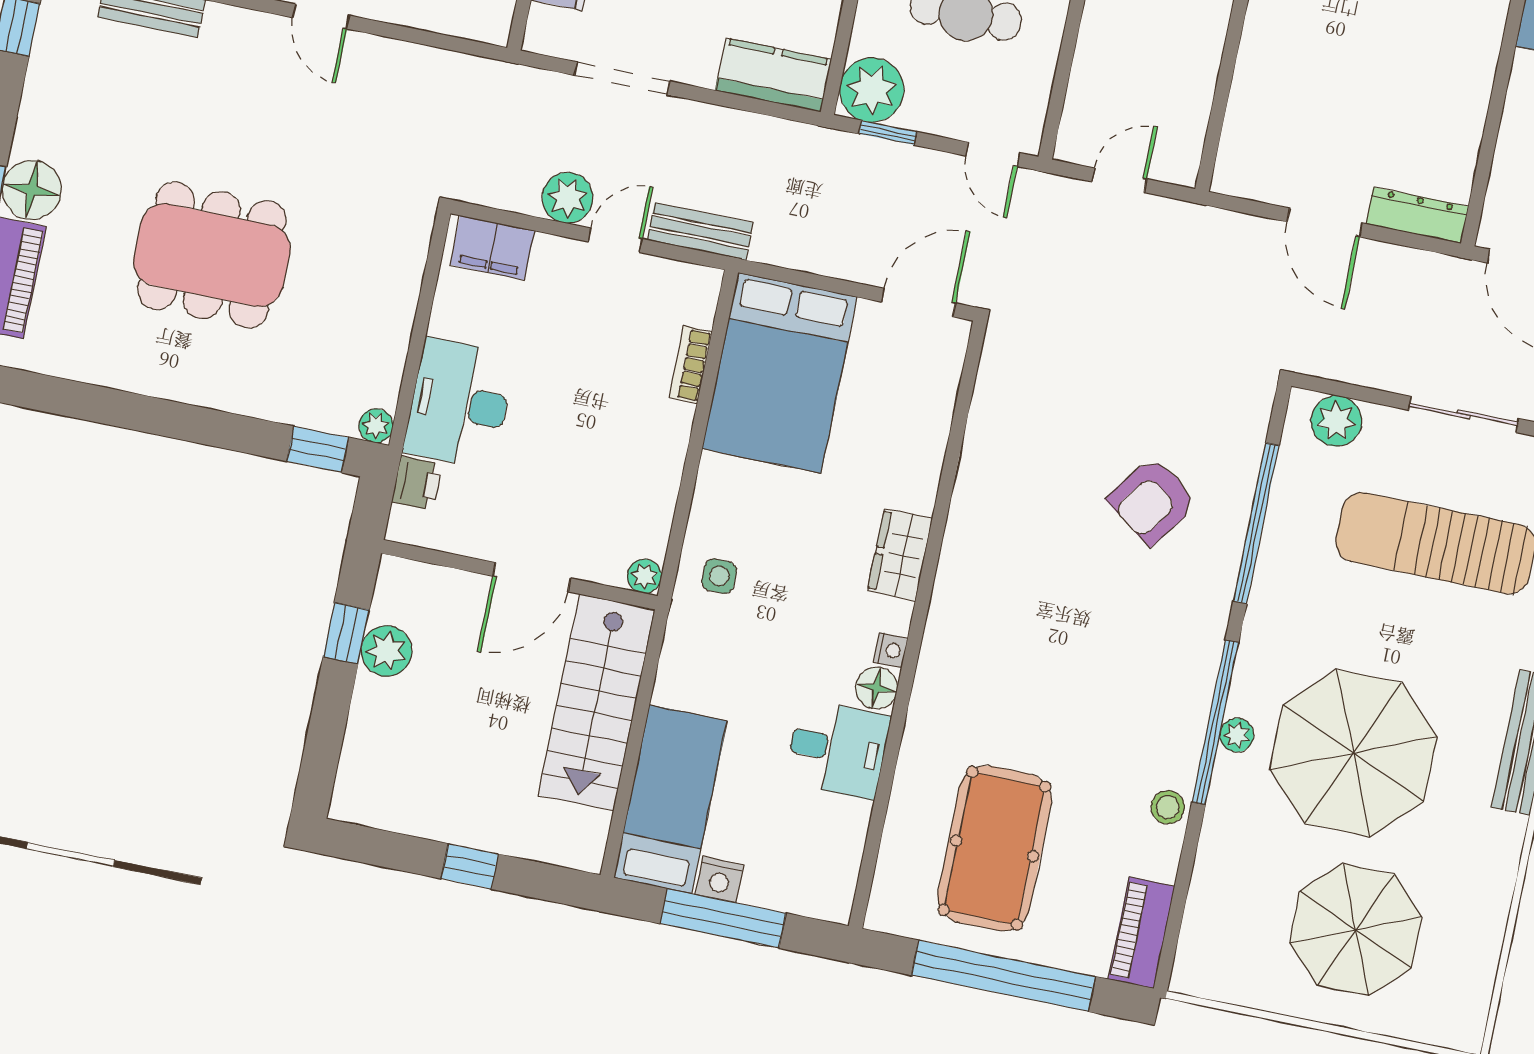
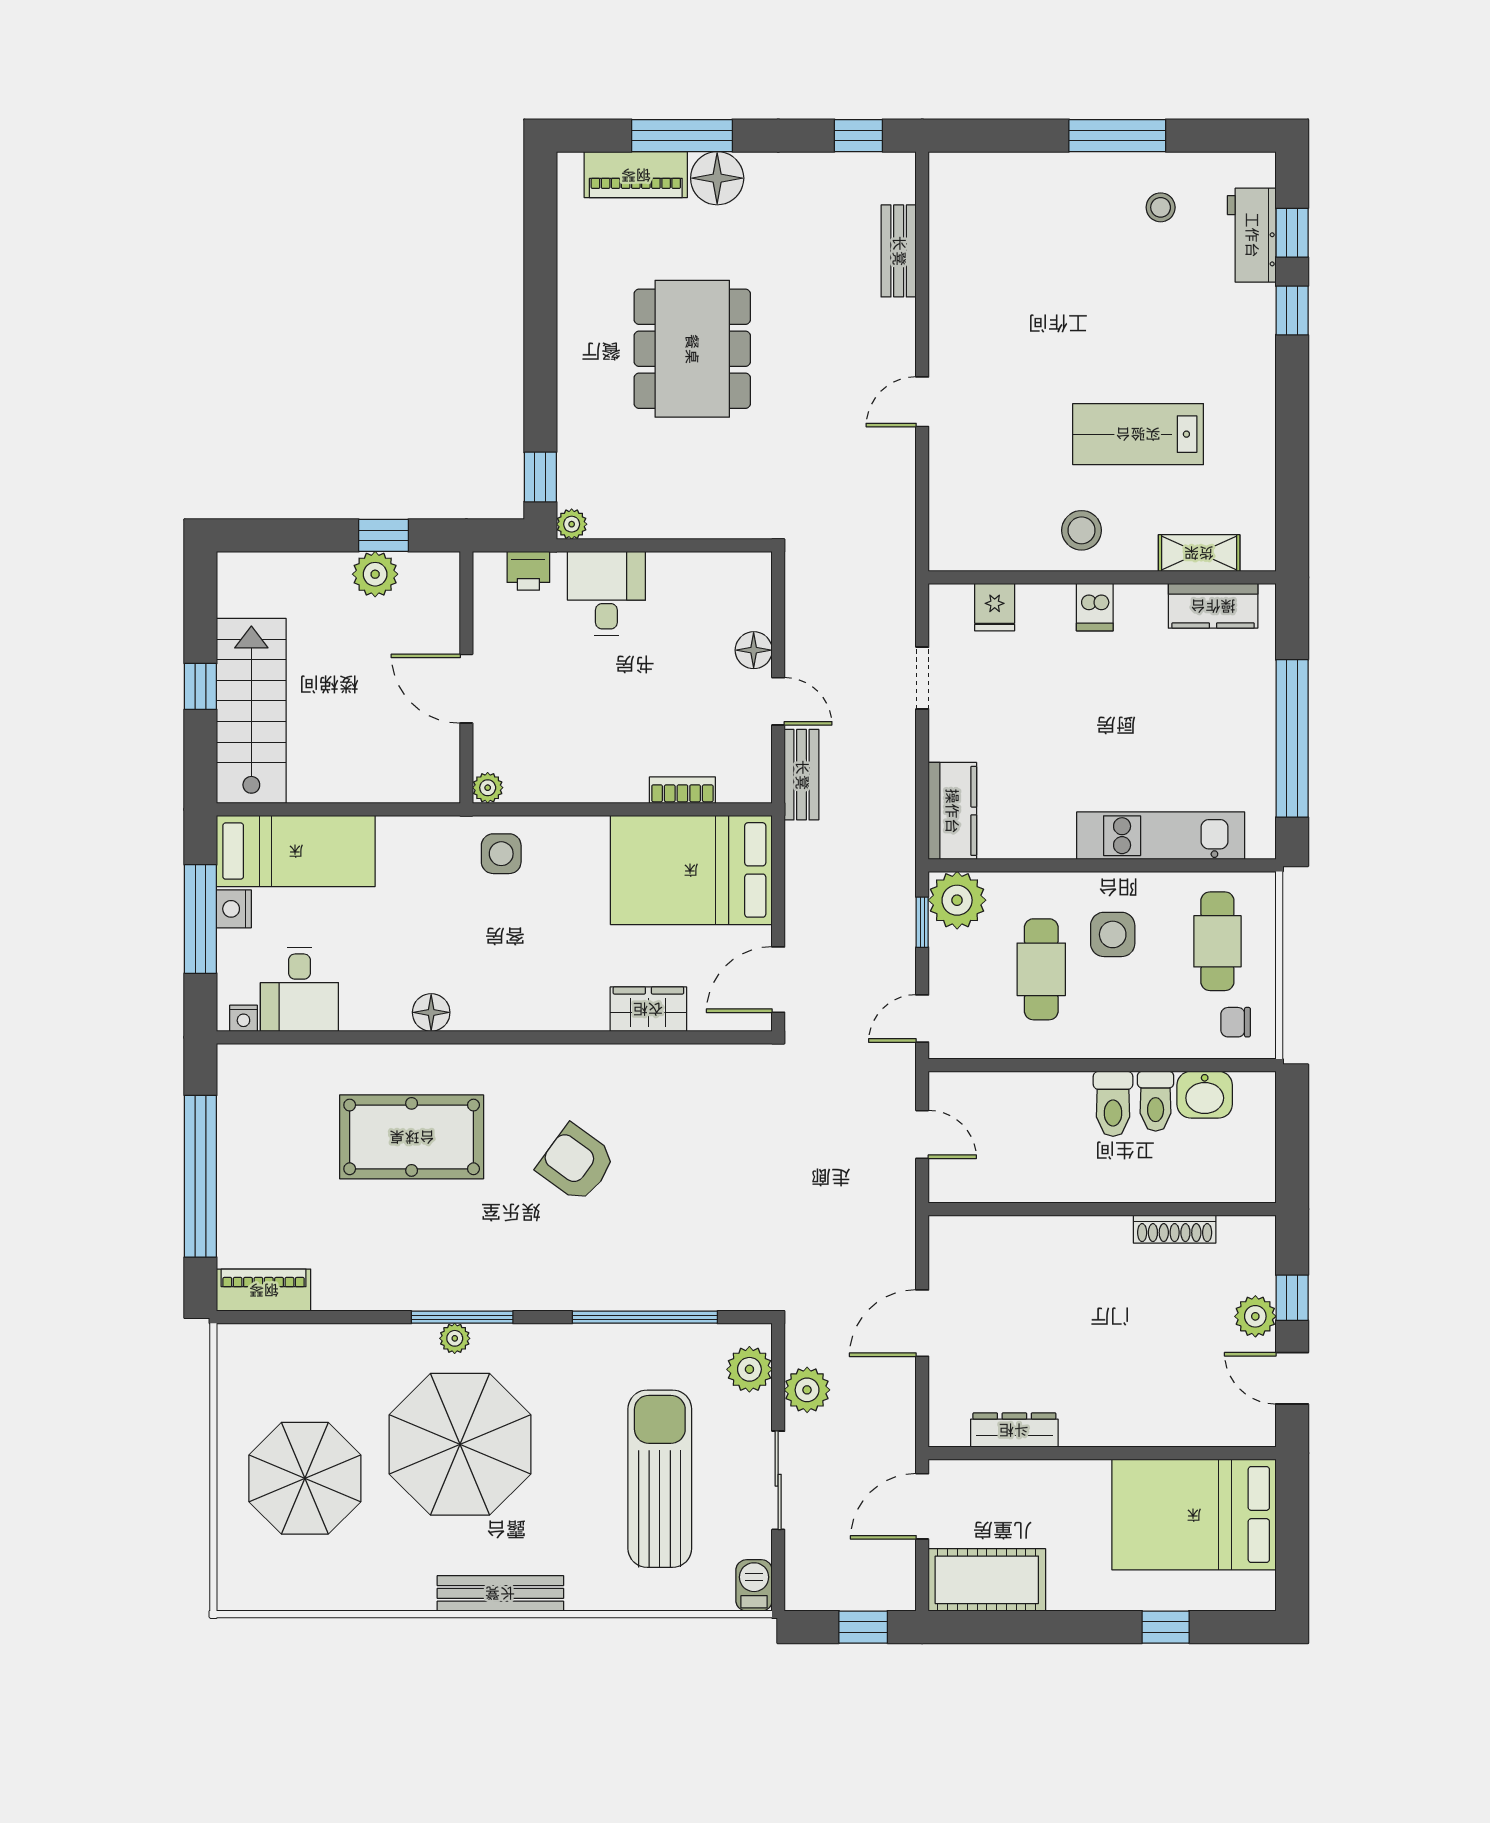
doorway: (622, 78) -> (922, 678), width x0.73
plant: (568, 198) -> (807, 1390), moved
dresser: (1417, 215) -> (1014, 1430), moved, turned -90
filing cabinet: (492, 248) -> (749, 594), removed
floor lamp: (554, 256) -> (754, 650), added
door: (918, 302) -> (778, 980), swing flipped
desk: (459, 403) -> (606, 594), width x0.73
armchair: (1152, 501) -> (576, 1163), moved
wardrobe: (900, 555) -> (648, 1009), moved
side table: (719, 576) -> (501, 854), width x1.37, depth x1.37
nightstand: (891, 650) -> (243, 1018), moved
stairs: (597, 702) -> (251, 711), moved, turned 90
window: (1215, 722) -> (462, 1317), width x0.68
desk: (838, 749) -> (299, 989), moved
stool: (1168, 807) -> (379, 1291), removed
pool table: (995, 848) -> (412, 1137), moved

